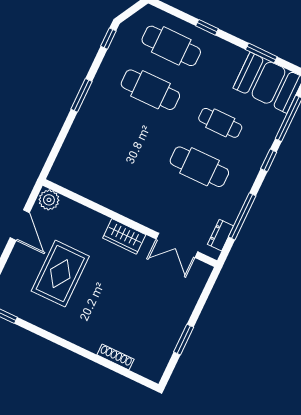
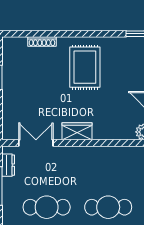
cafe table: (130, 134) -> (108, 207), added
rug: (60, 274) -> (85, 67), moved

